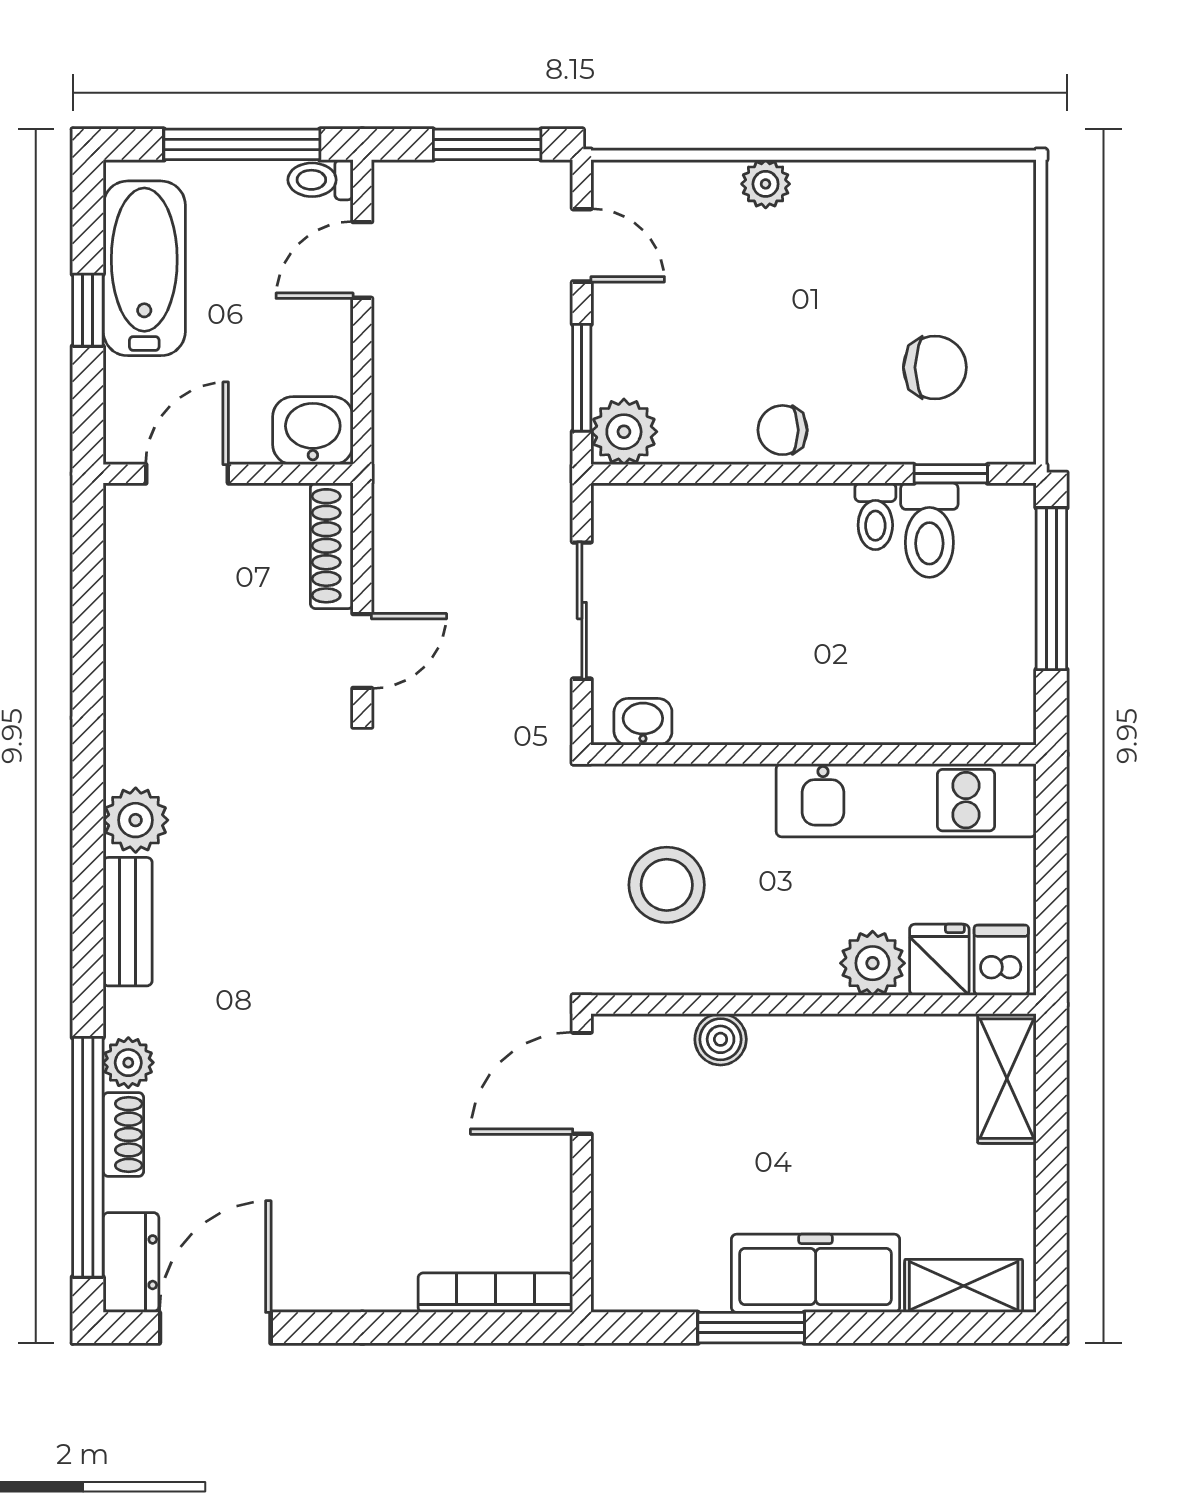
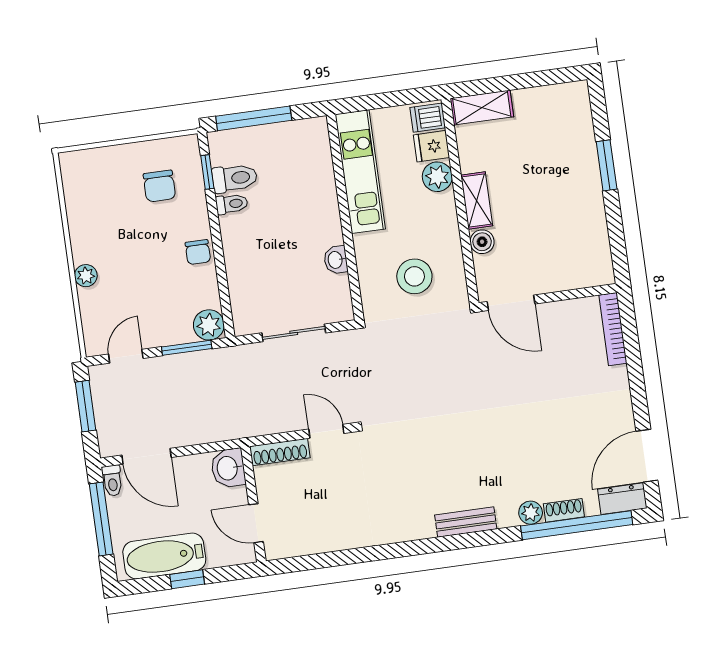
door: (362, 260) -> (147, 456), width x1.38
chair: (935, 367) -> (159, 186), turned 180
washbasin: (643, 722) -> (336, 260), moved
plant: (136, 820) -> (419, 525), removed
freezer: (816, 1273) -> (584, 183), removed
shelving: (964, 1286) -> (477, 200), moved
door: (215, 1328) -> (647, 456), hinge flipped
window: (751, 1328) -> (607, 165), moved

